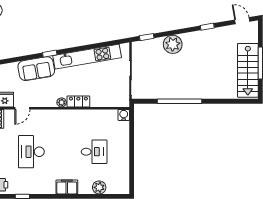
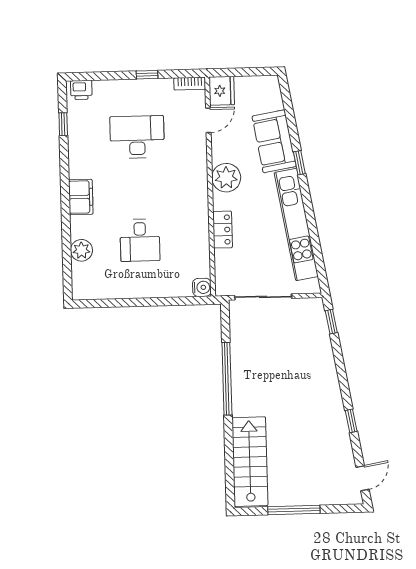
plant: (173, 44) -> (320, 365), removed
stairs: (248, 70) -> (250, 462), moved, turned 90
locker: (78, 101) -> (223, 230), moved
plant: (62, 102) -> (226, 178), width x1.88, depth x1.88
door: (22, 108) -> (208, 120), swing flipped

